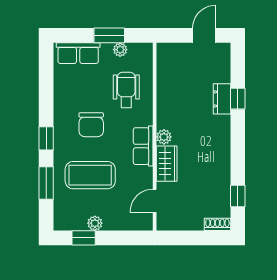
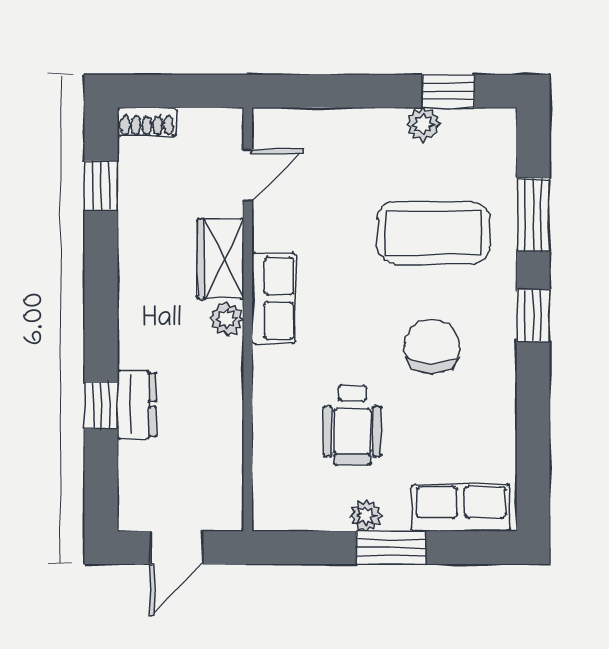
wall: (155, 137) -> (248, 319), moved
plant: (164, 137) -> (227, 319), moved
row of seats: (143, 146) -> (274, 298), moved
wardrobe: (167, 164) -> (220, 259), moved
door: (155, 201) -> (248, 175), moved

